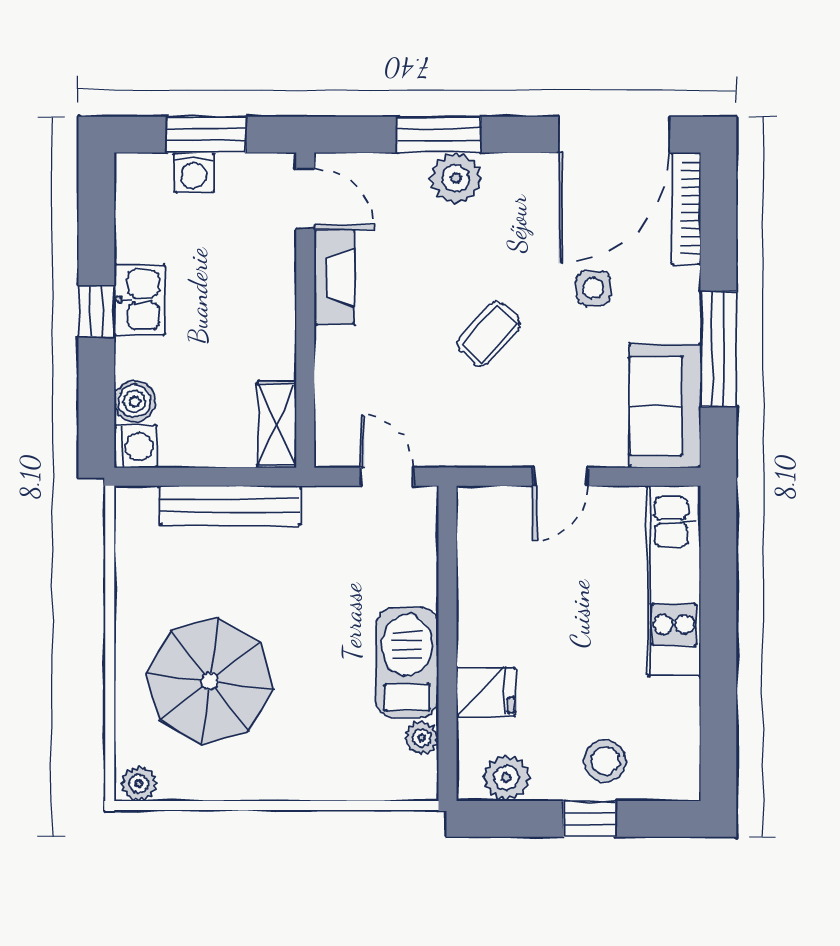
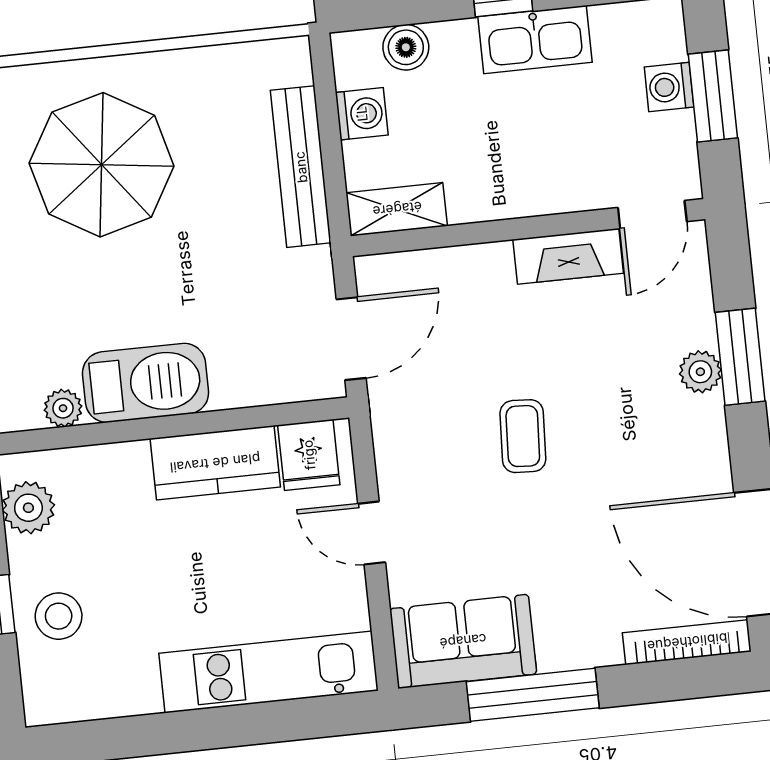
plant: (456, 178) -> (700, 372), width x0.73, depth x0.73
side table: (593, 288) -> (586, 548), removed
kitchen sink: (140, 300) -> (535, 40), width x1.38
coffee table: (489, 334) -> (523, 436), turned 51
washing machine: (135, 447) -> (362, 114), moved, turned -90
door: (387, 477) -> (351, 339), width x1.38
kitchen counter: (484, 608) -> (215, 463), added
fridge: (486, 692) -> (309, 455), moved

